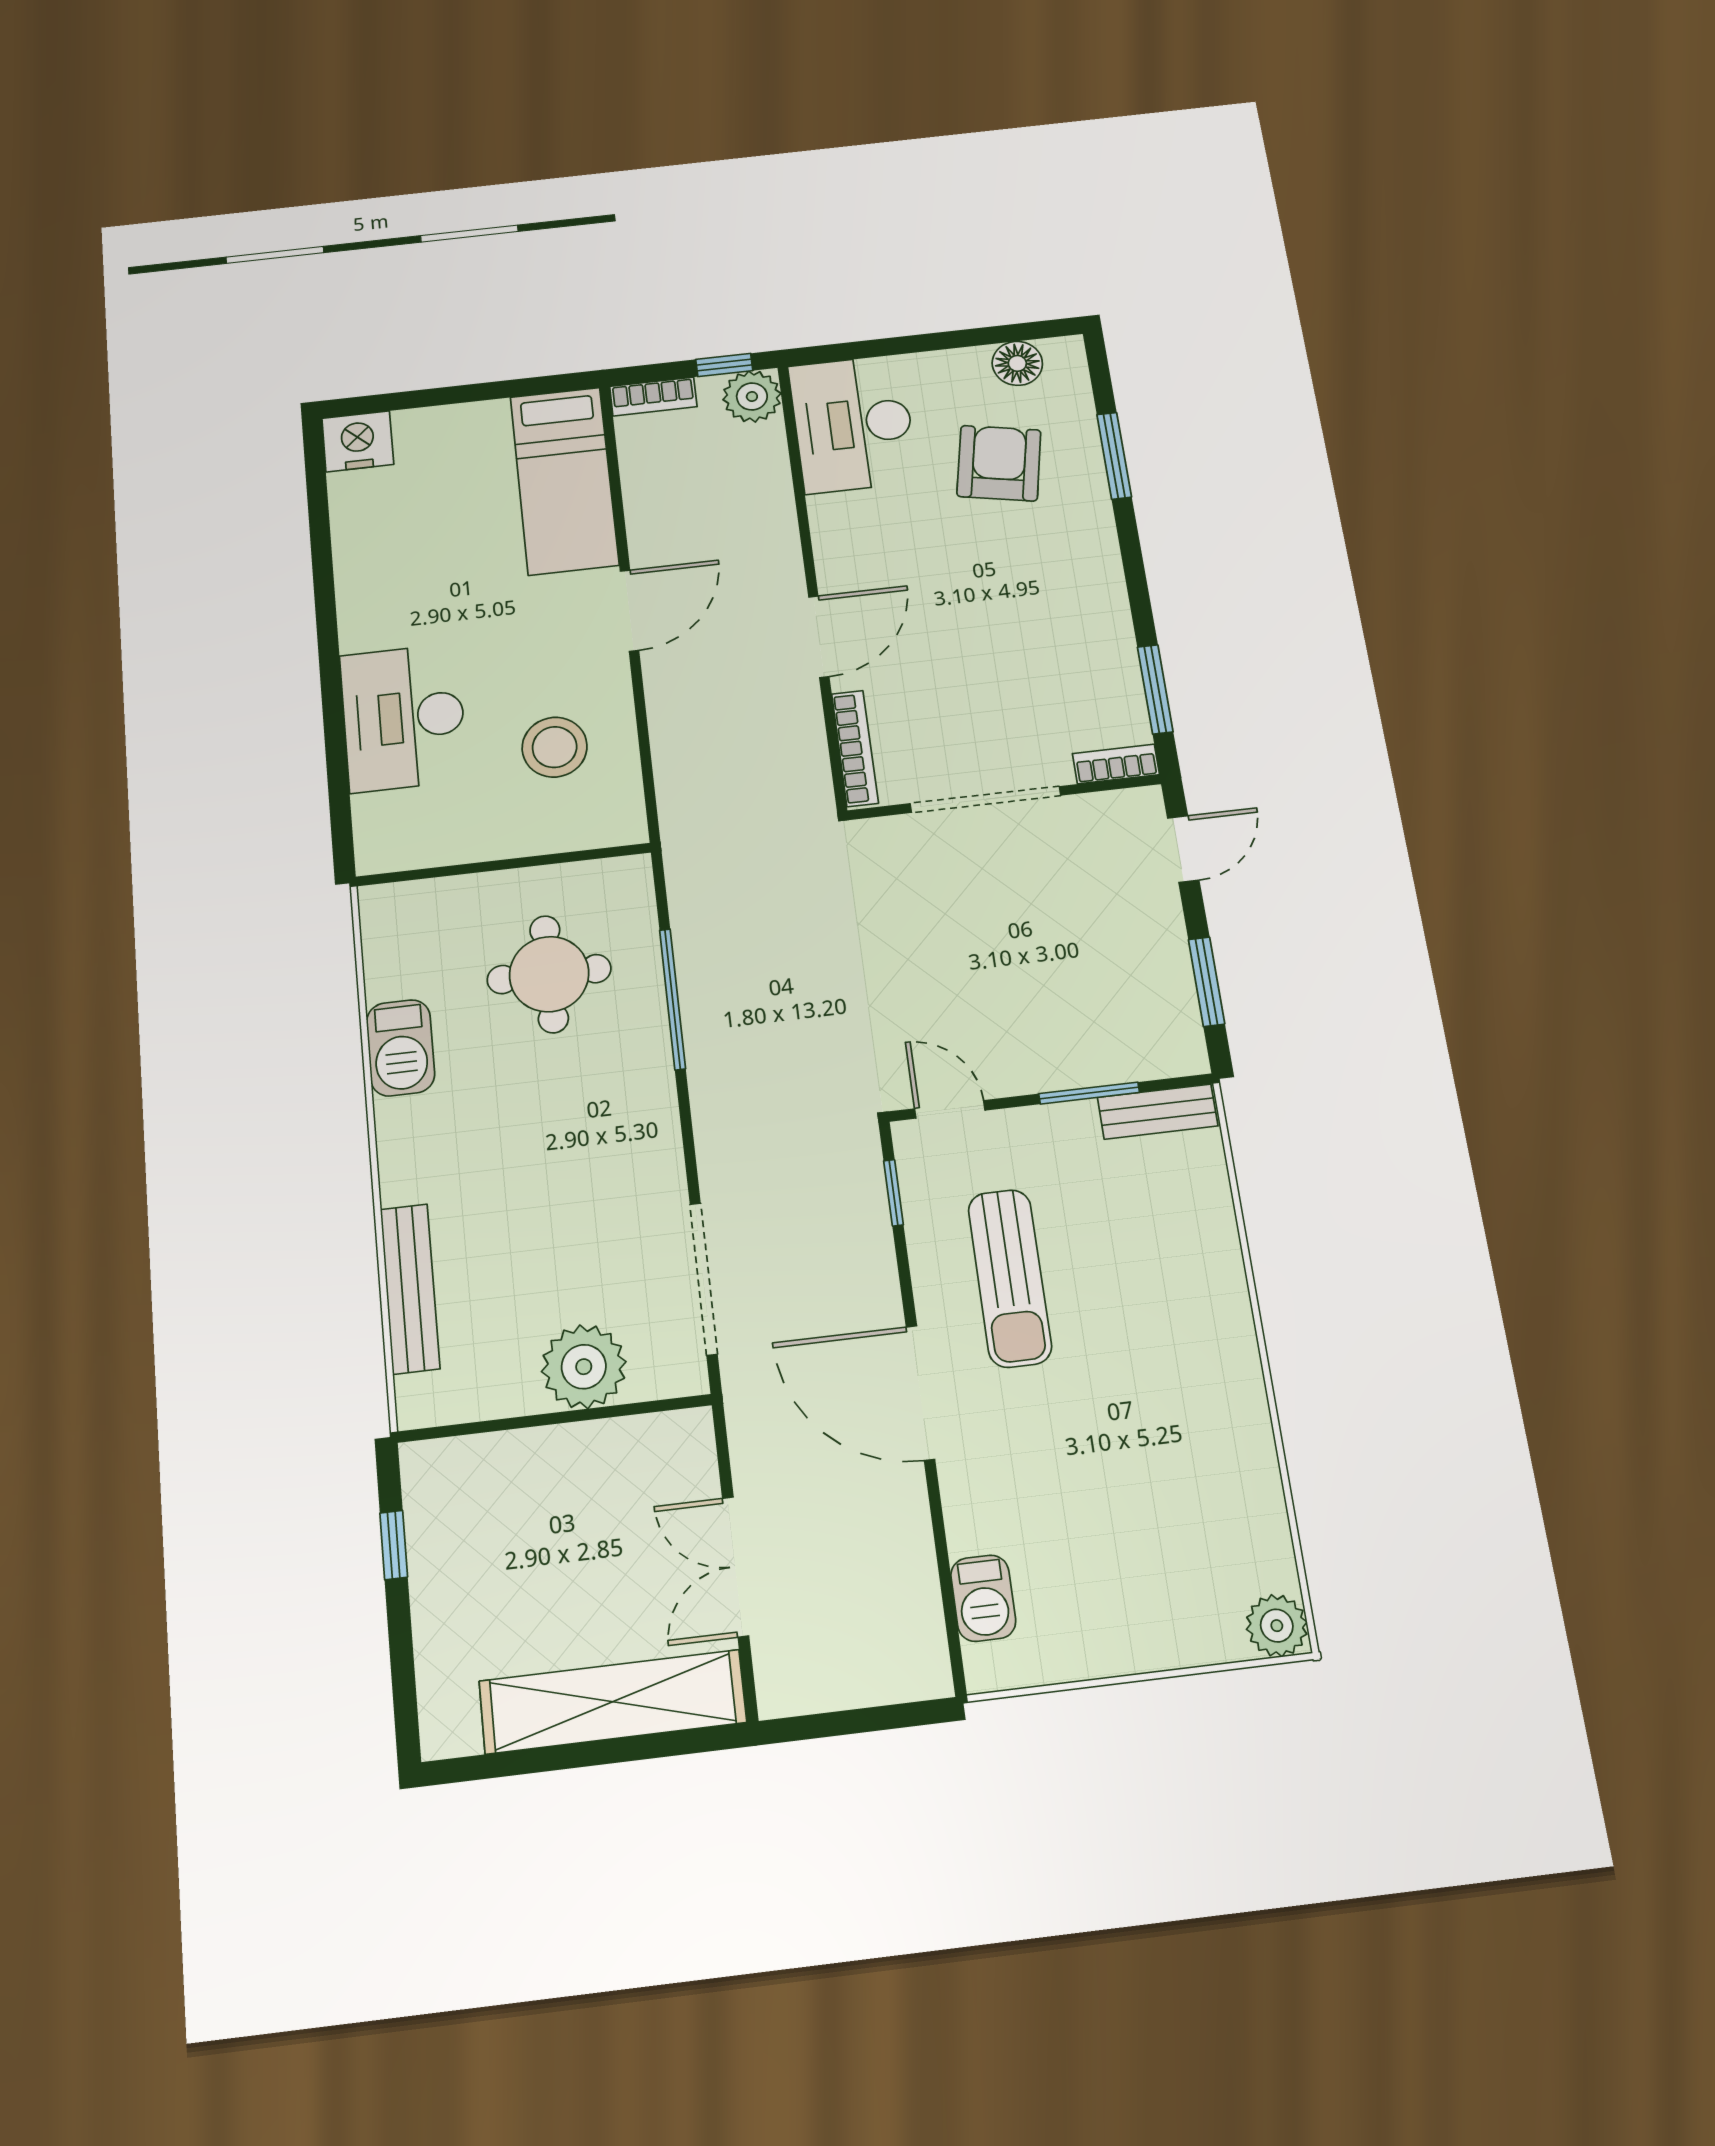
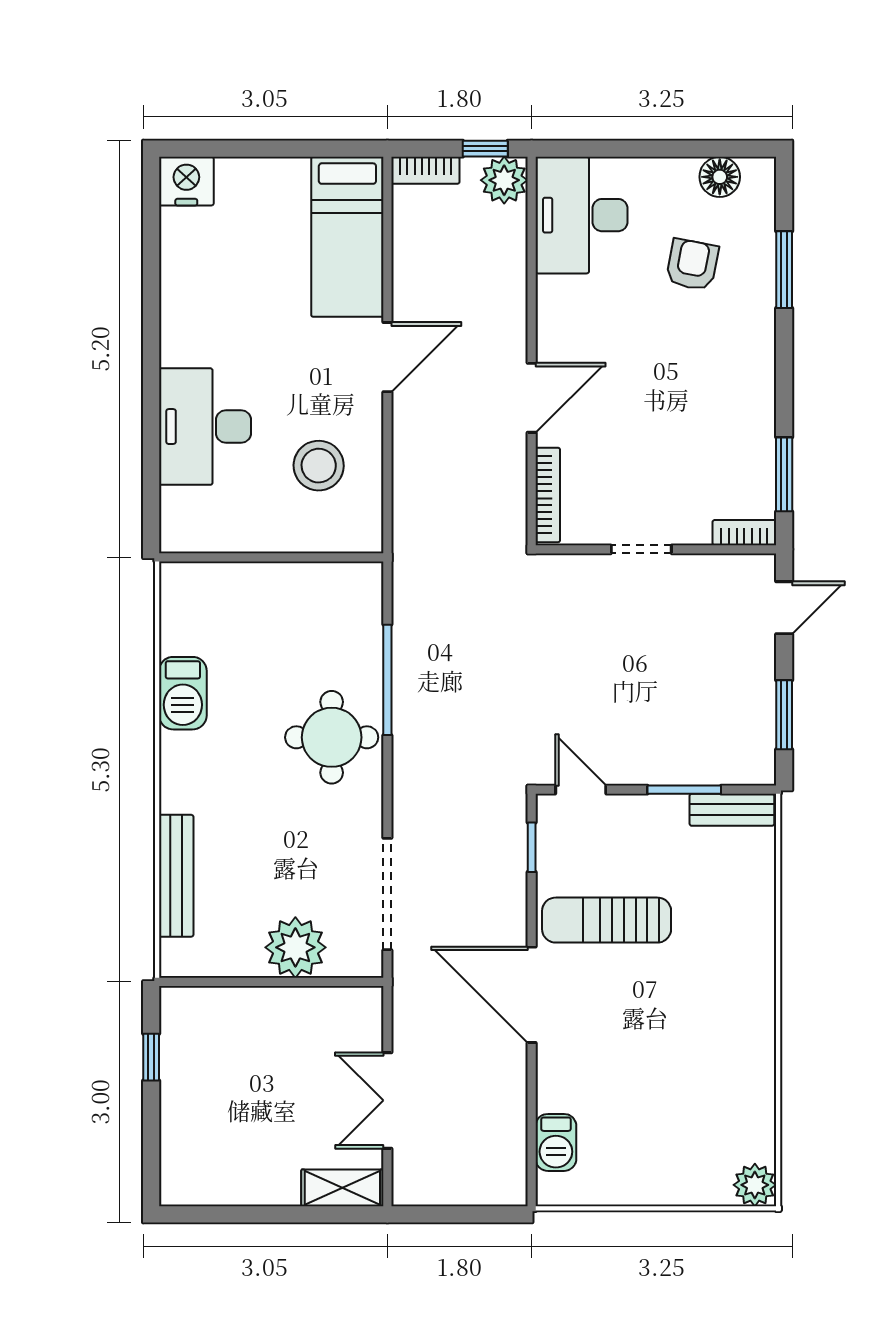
armchair: (999, 463) -> (692, 265), width x0.72, depth x0.72
doorway: (985, 799) -> (641, 549), width x0.53
round table: (549, 974) -> (332, 737), moved
sun lounger: (1010, 1278) -> (607, 920), turned 90
shelving: (613, 1702) -> (342, 1188), width x0.45, depth x0.75

